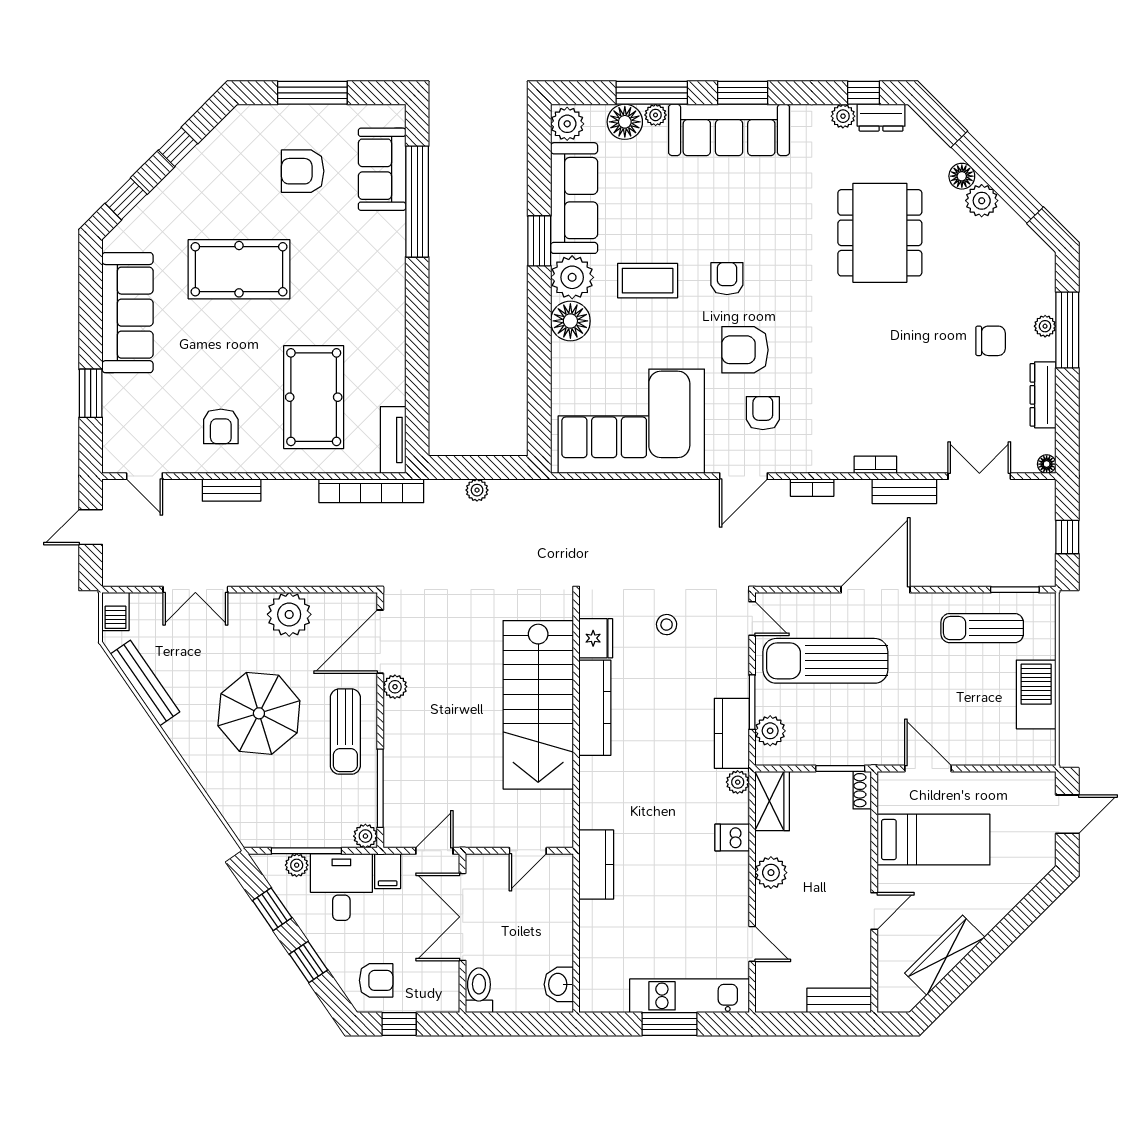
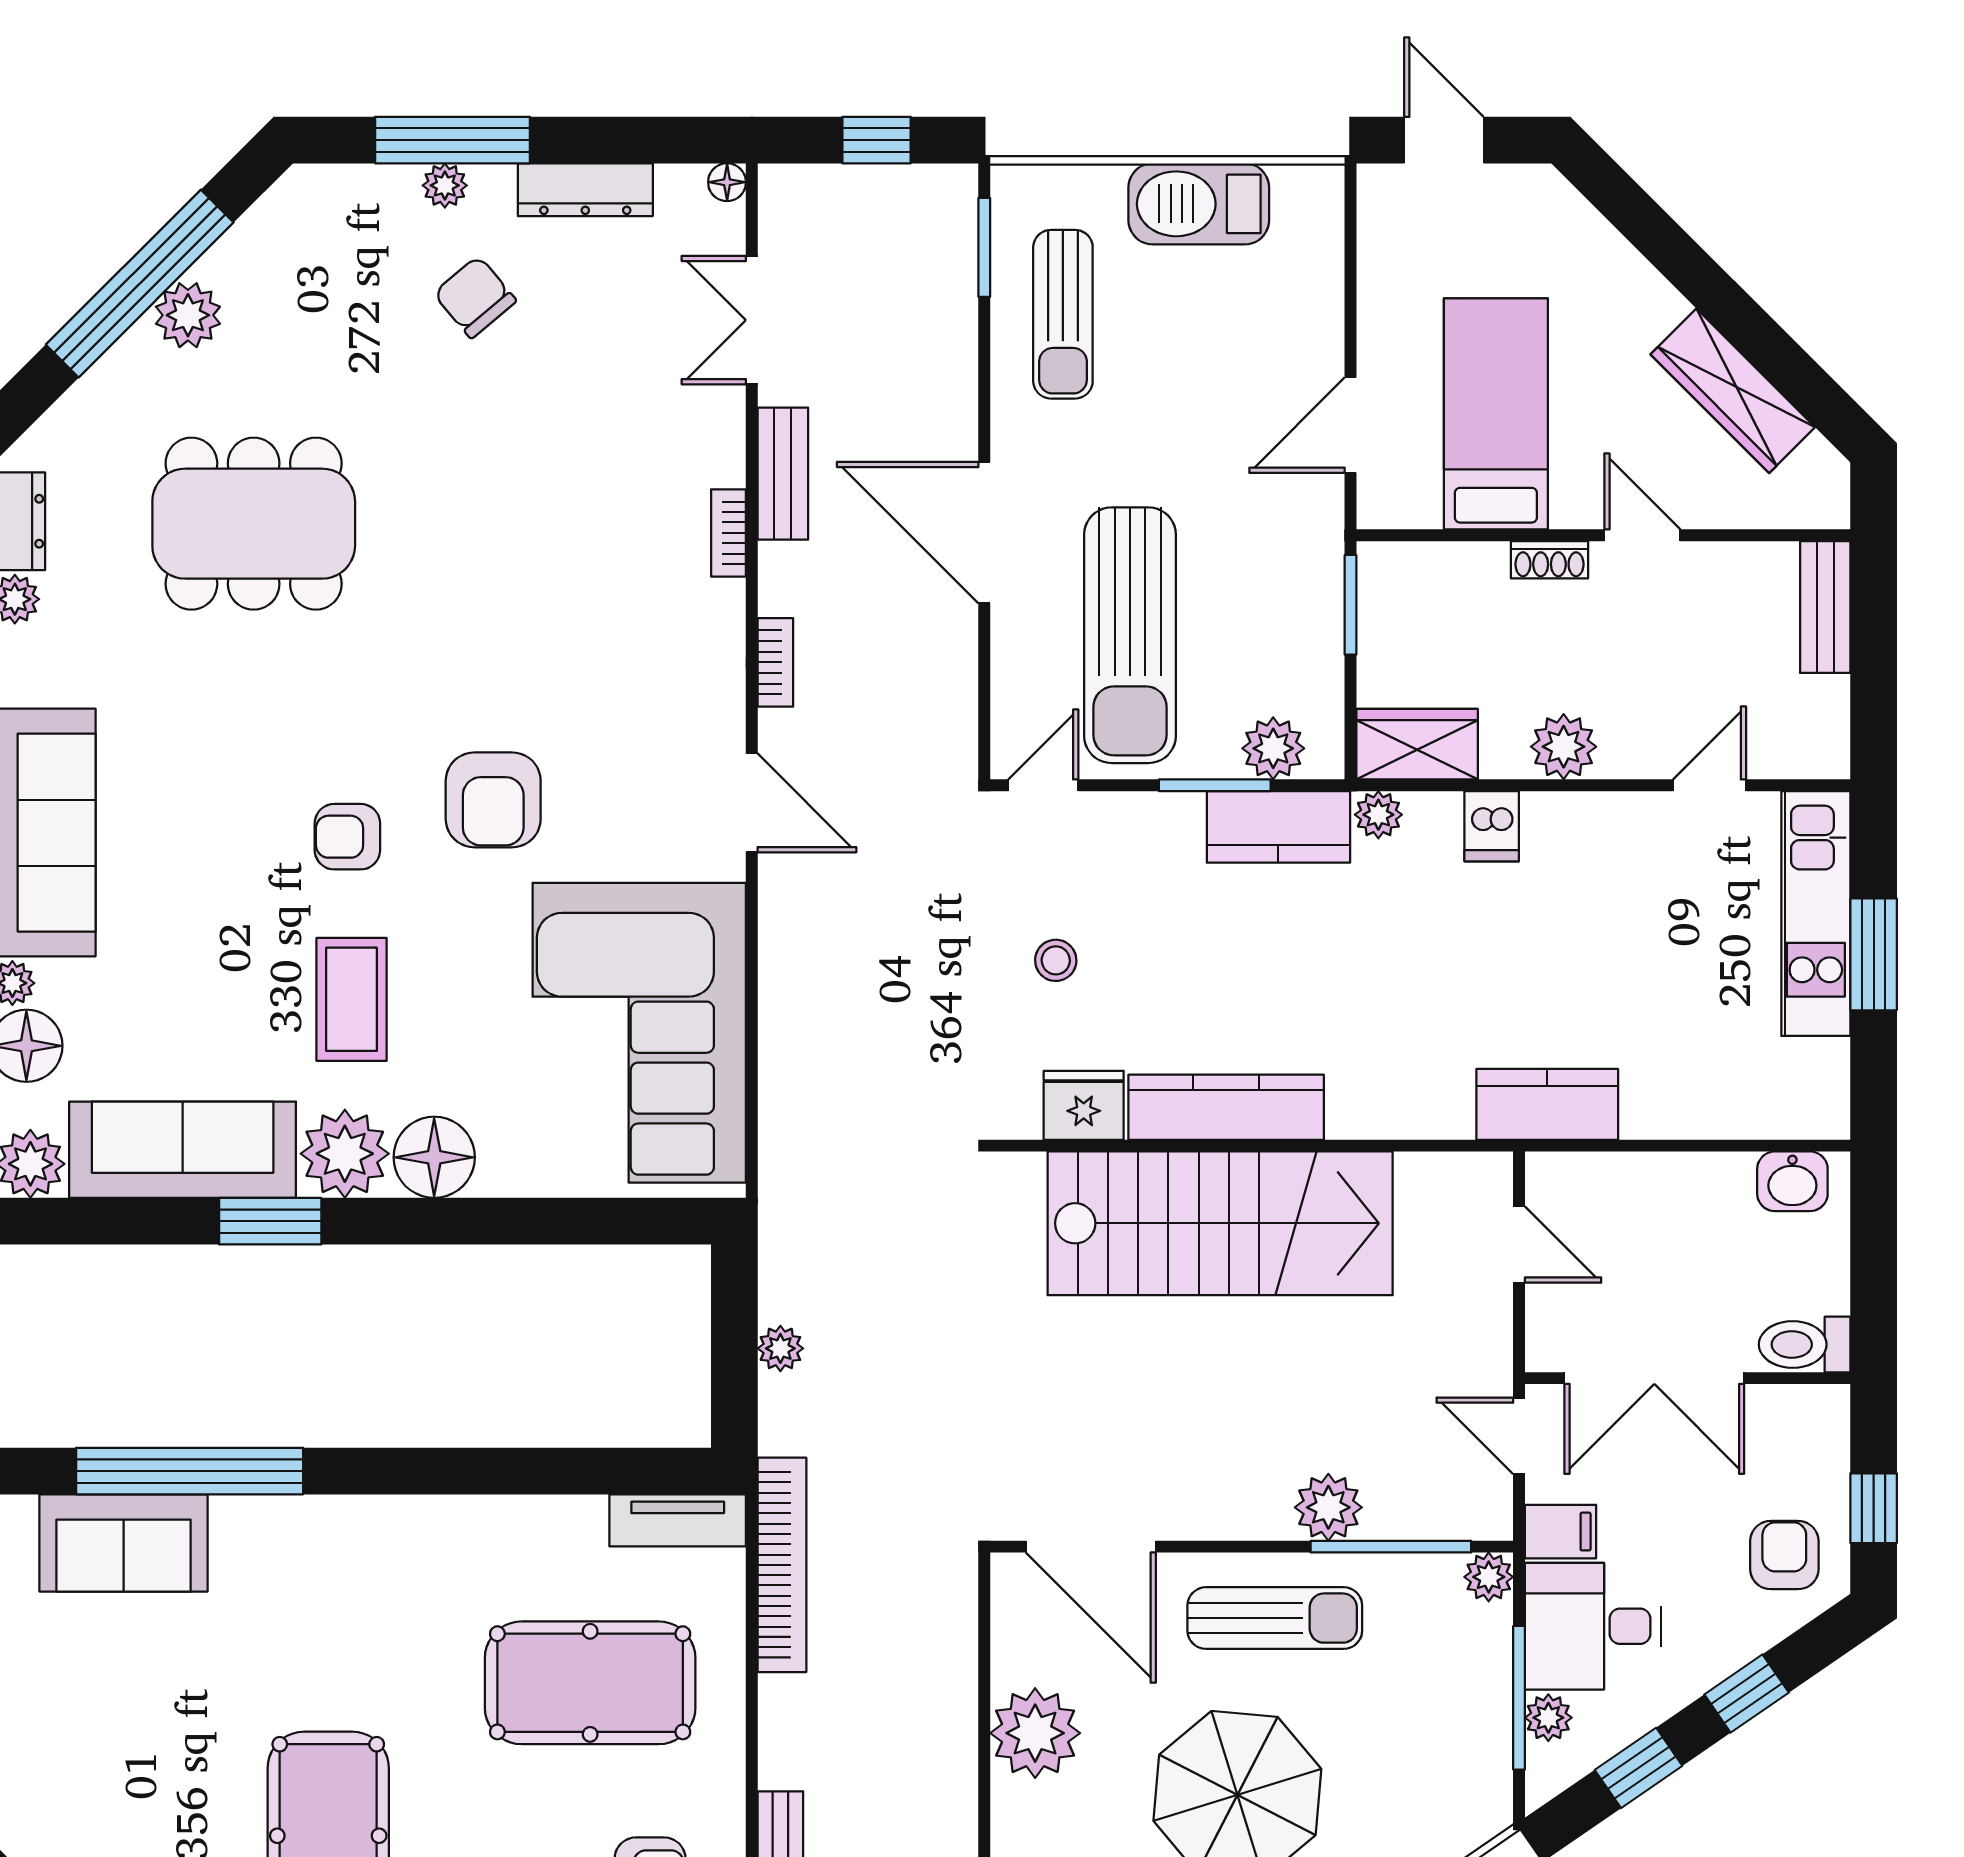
armchair: (303, 171) -> (128, 1705), removed
floor lamp: (962, 176) -> (138, 356), removed
chair: (991, 341) -> (475, 297), turned -40
armchair: (763, 413) -> (623, 763), removed
plant: (395, 687) -> (1328, 1507), moved, width x1.38, depth x1.38
shoe rack: (862, 790) -> (1549, 560), moved

